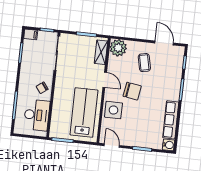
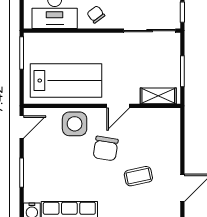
plant: (118, 48) -> (168, 121), removed
coffee table: (144, 63) -> (138, 176), moved

